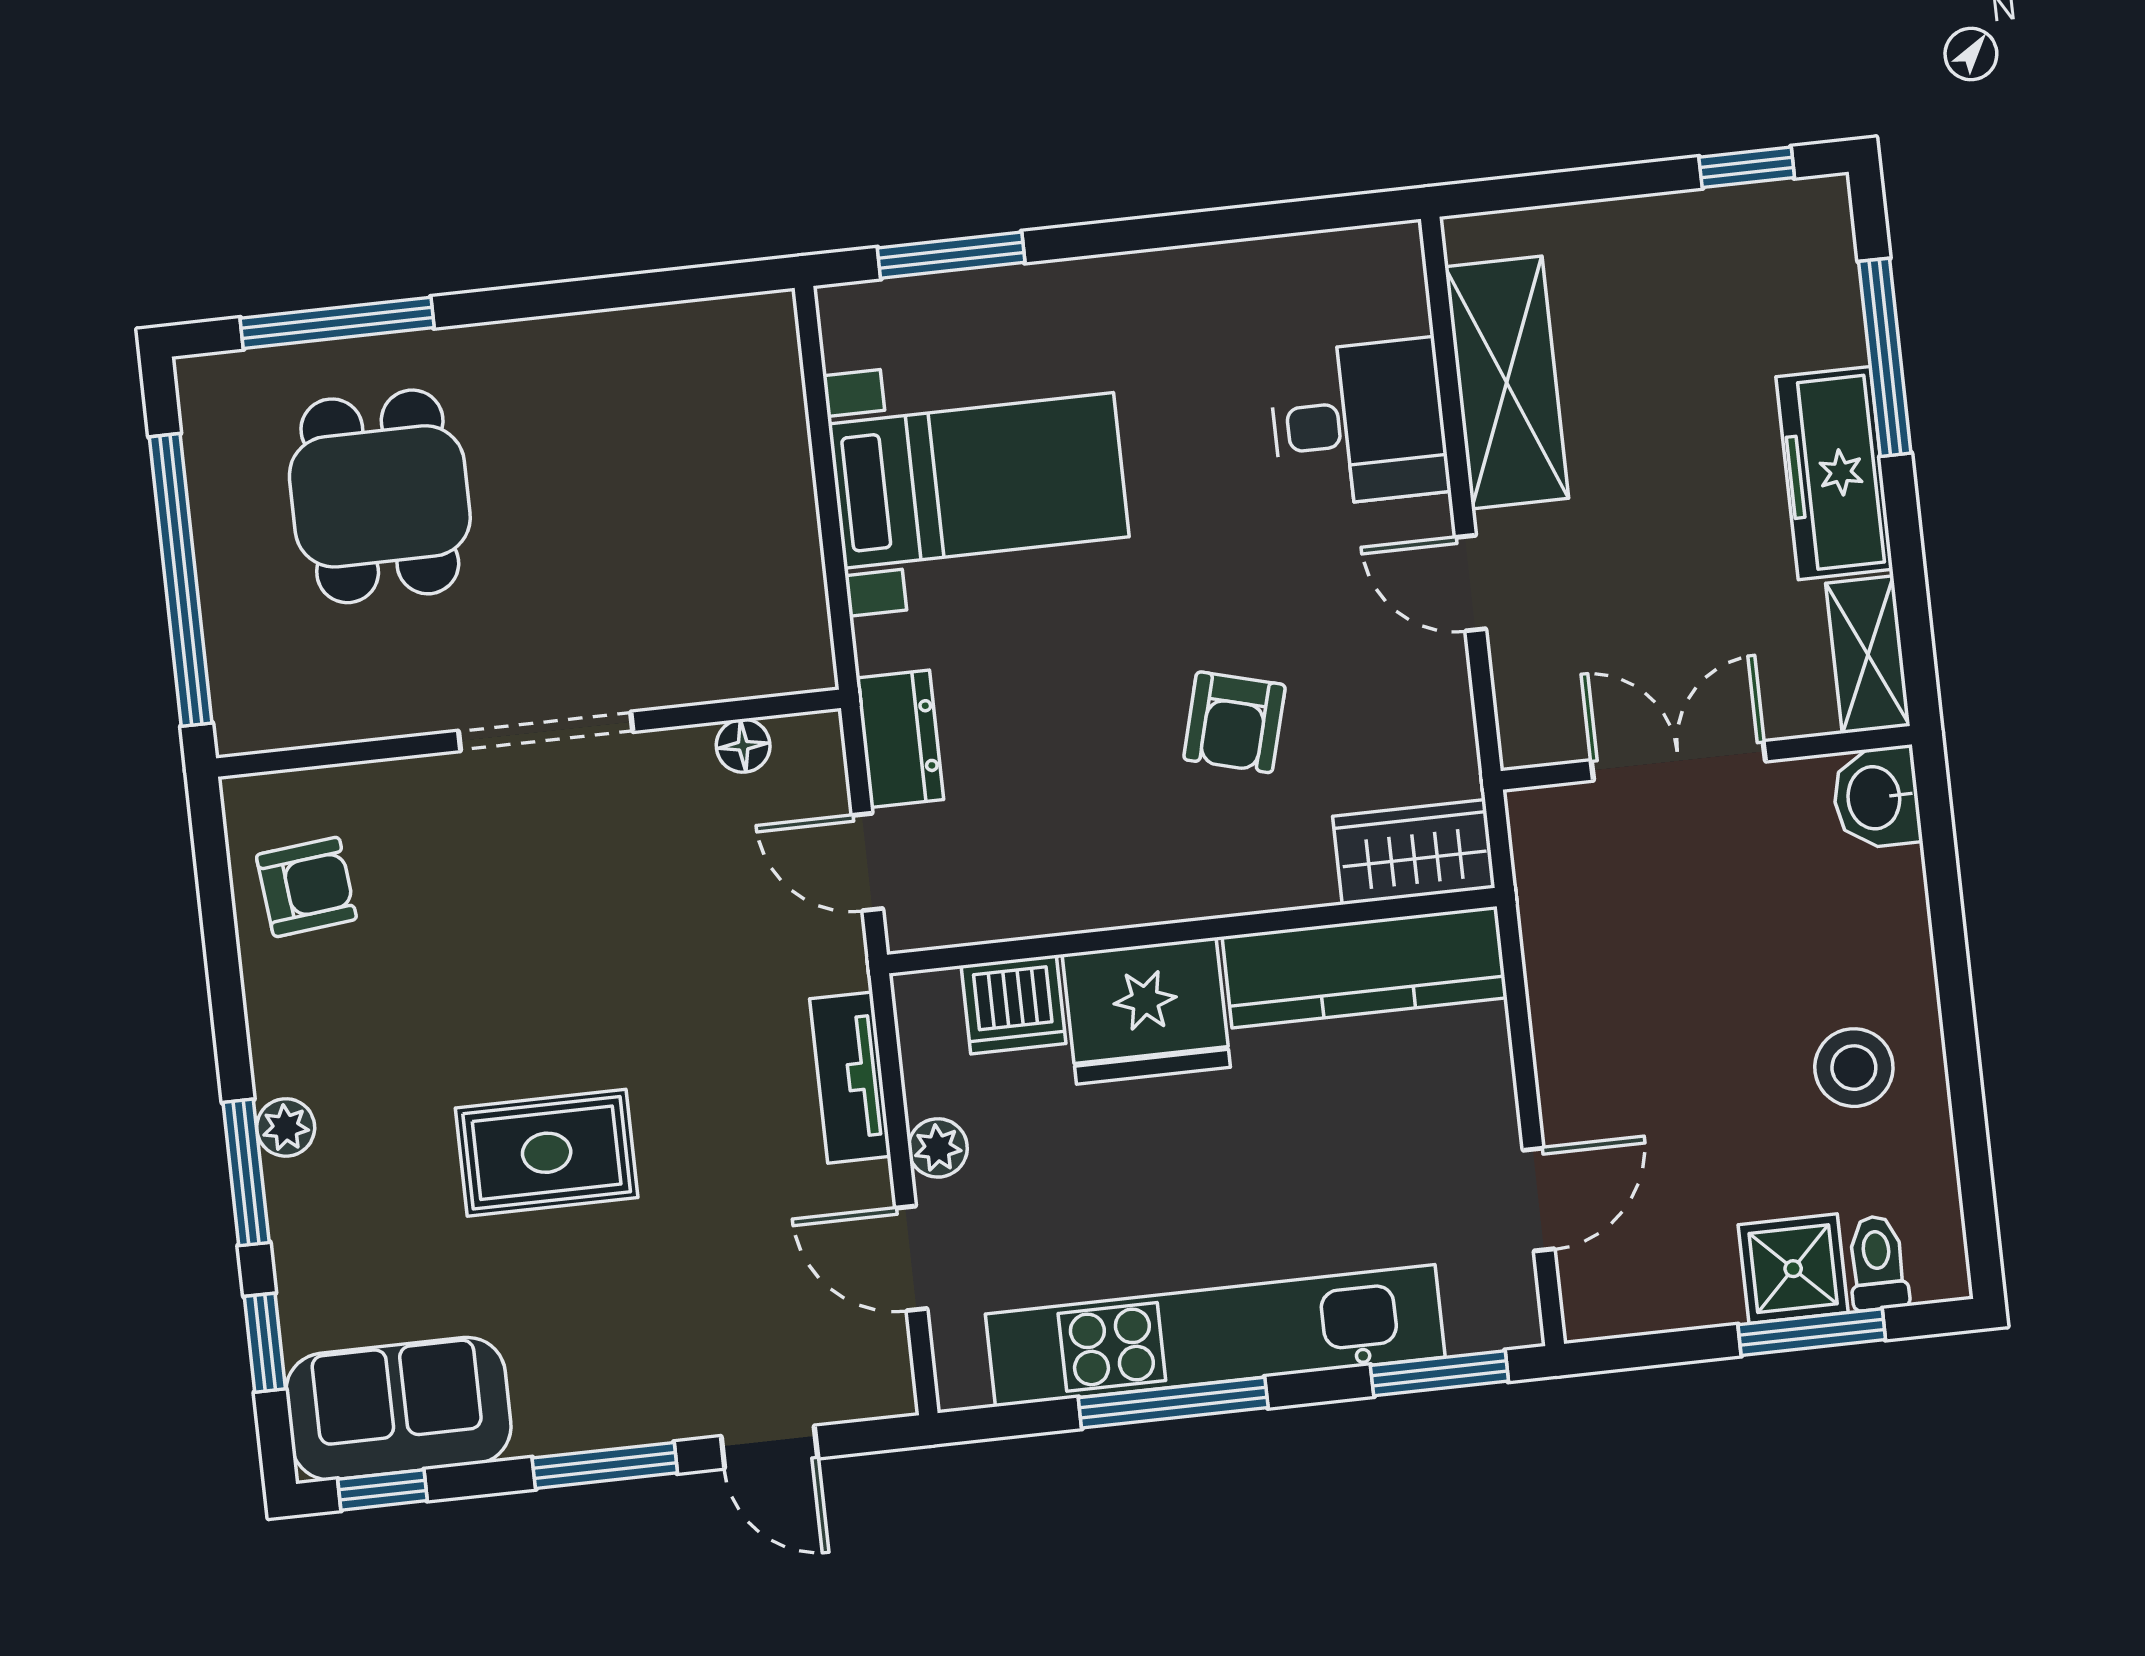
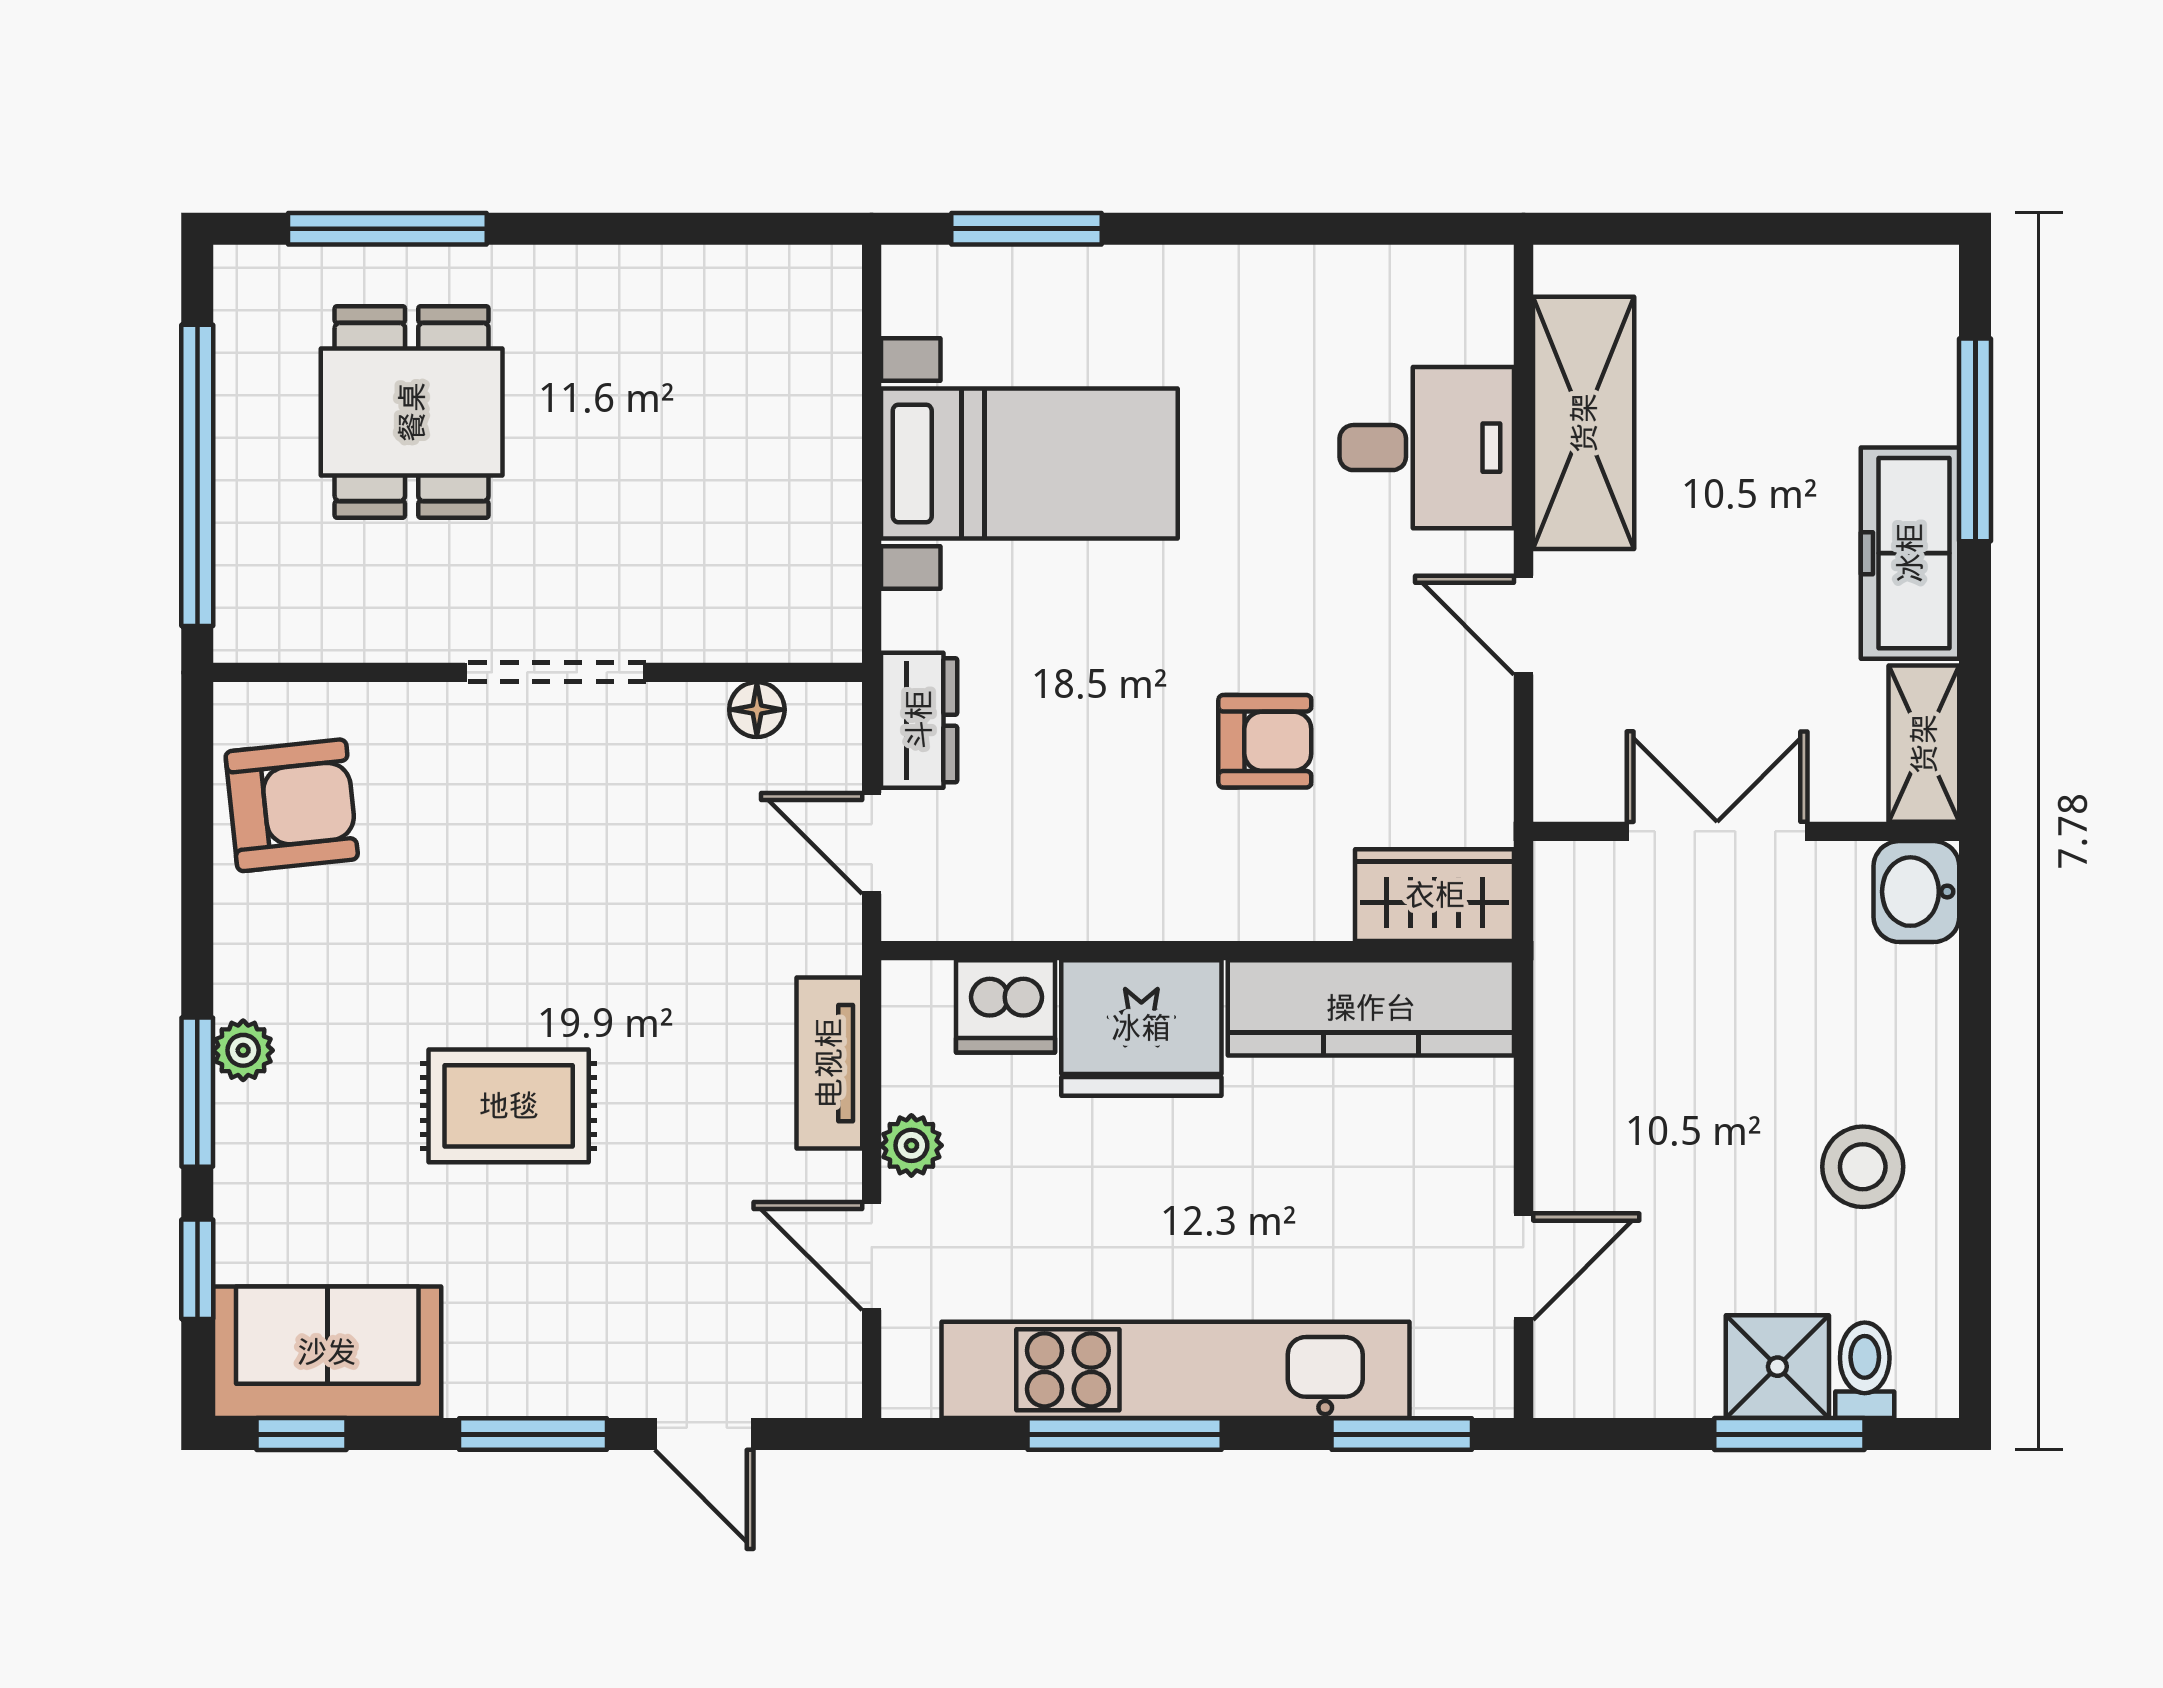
window: (1747, 167) -> (1855, 229), removed
armchair: (1234, 722) -> (1265, 741), turned -105
armchair: (306, 887) -> (292, 805), width x1.38, depth x1.38

